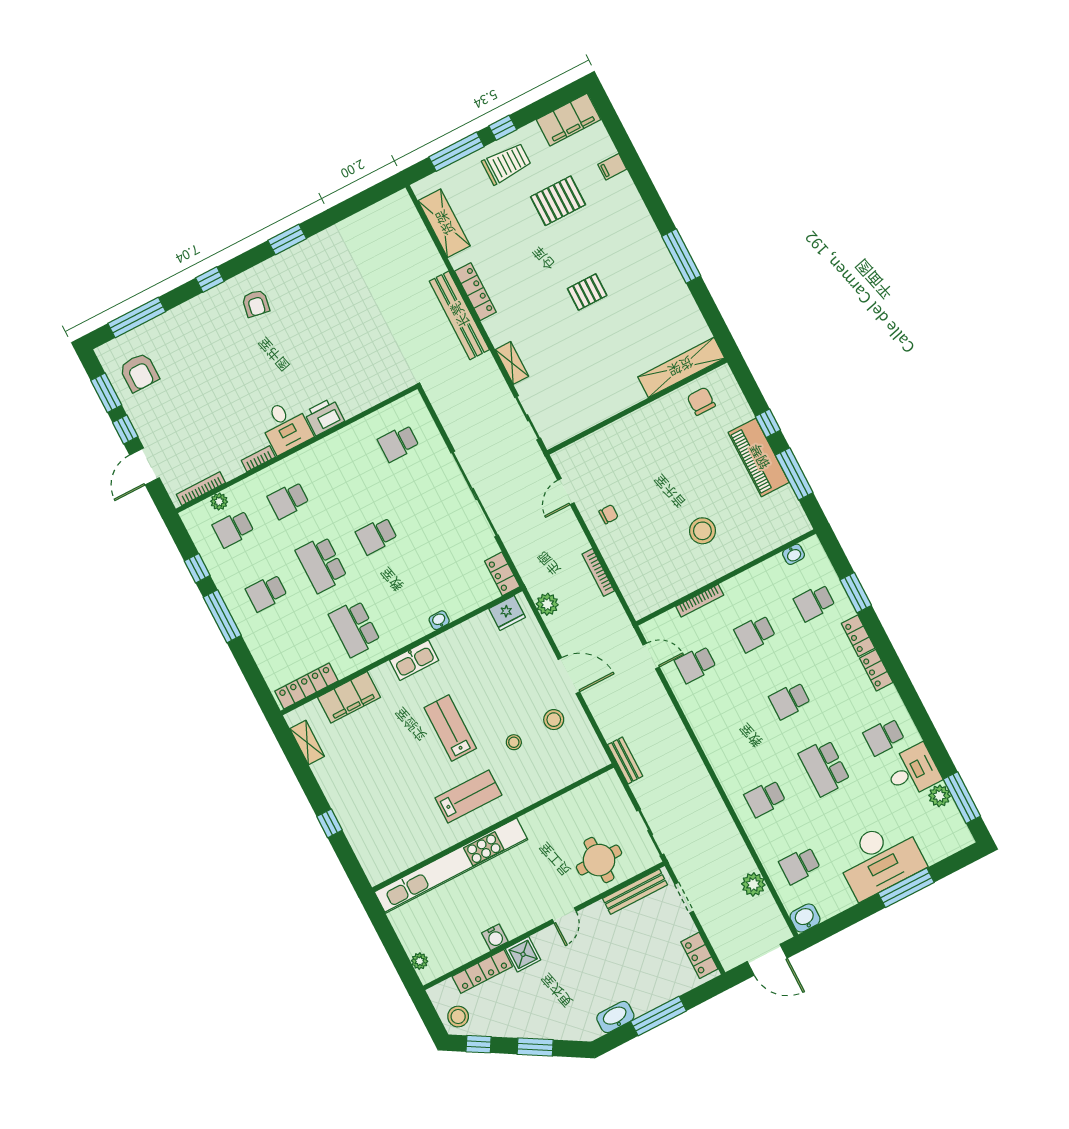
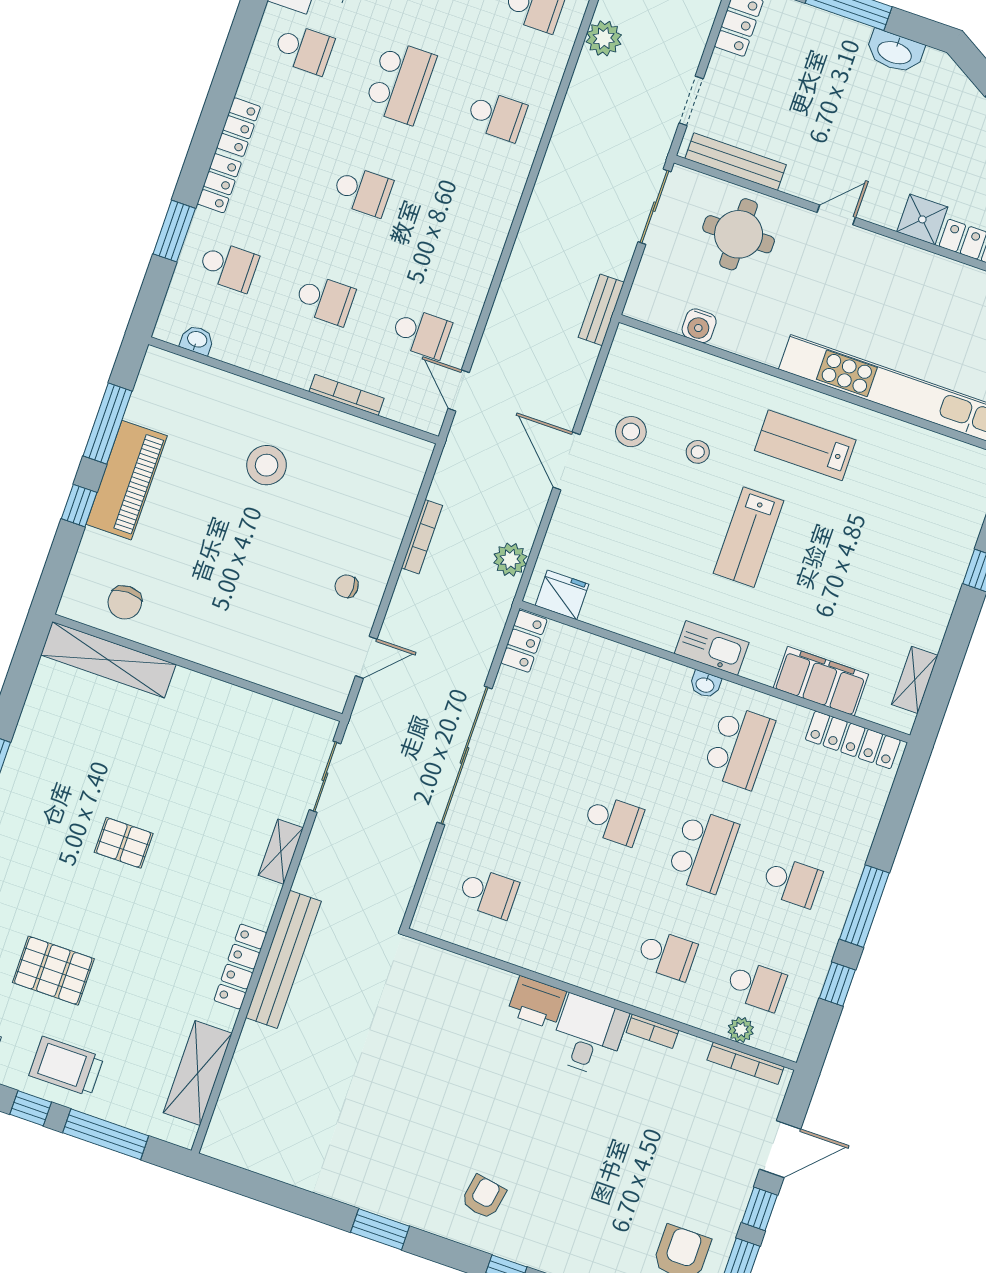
washbasin: (439, 620) -> (705, 684), moved
water cooler: (495, 937) -> (699, 326), moved, turned 180

